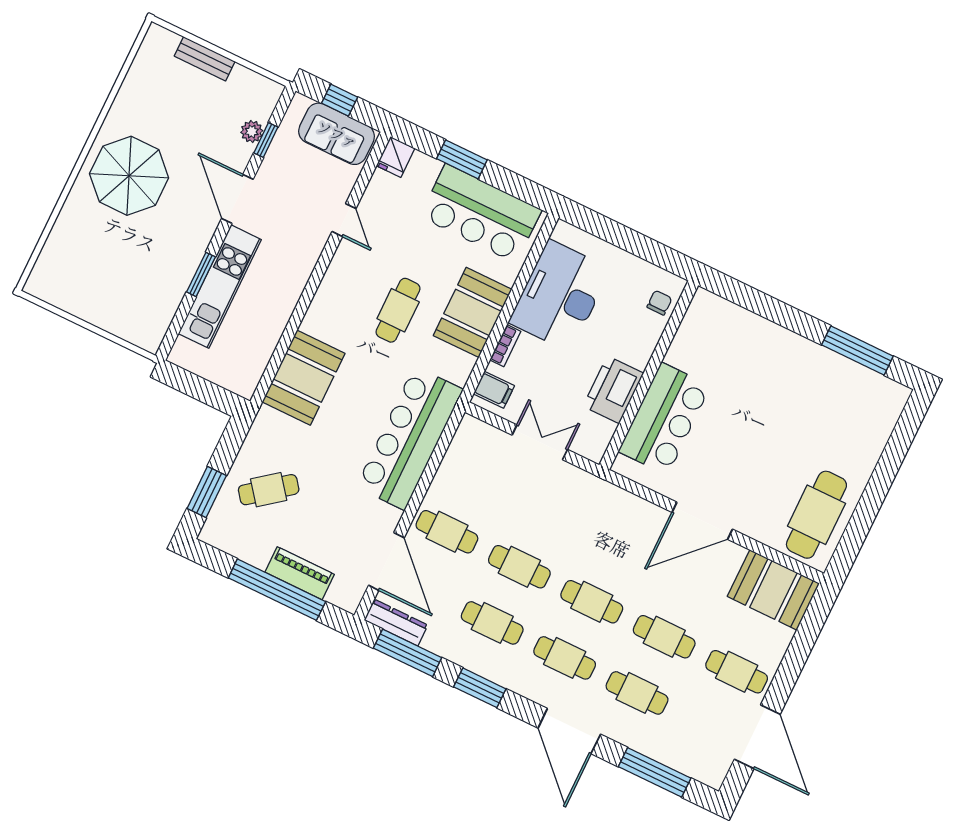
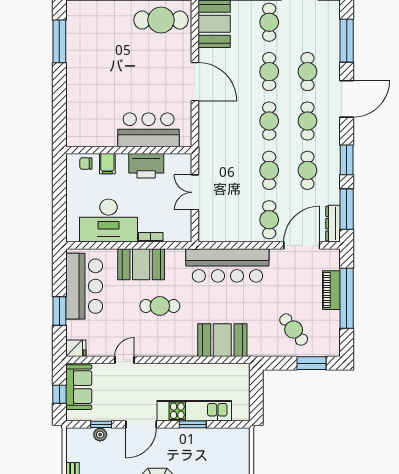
filing cabinet: (494, 390) -> (107, 164), moved, turned 180

